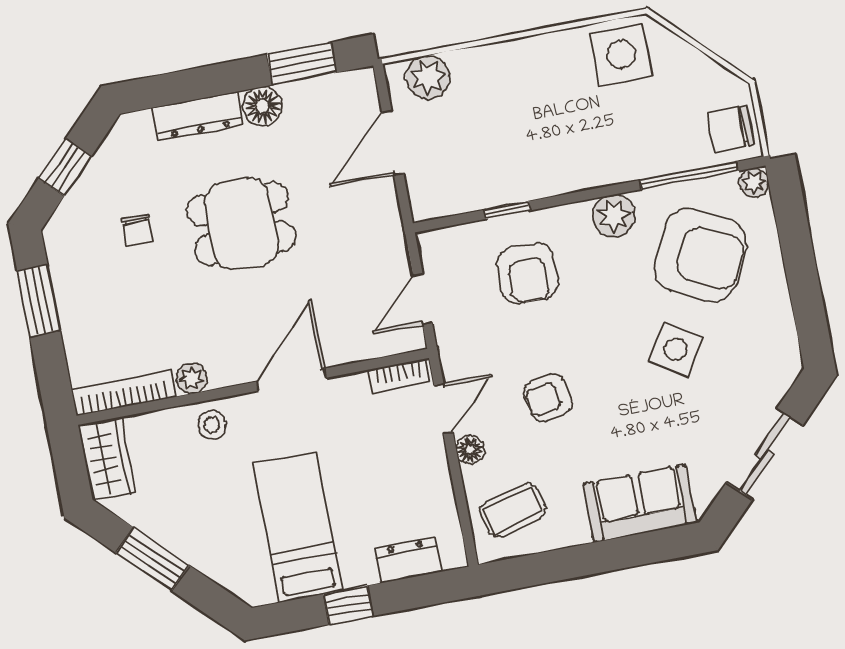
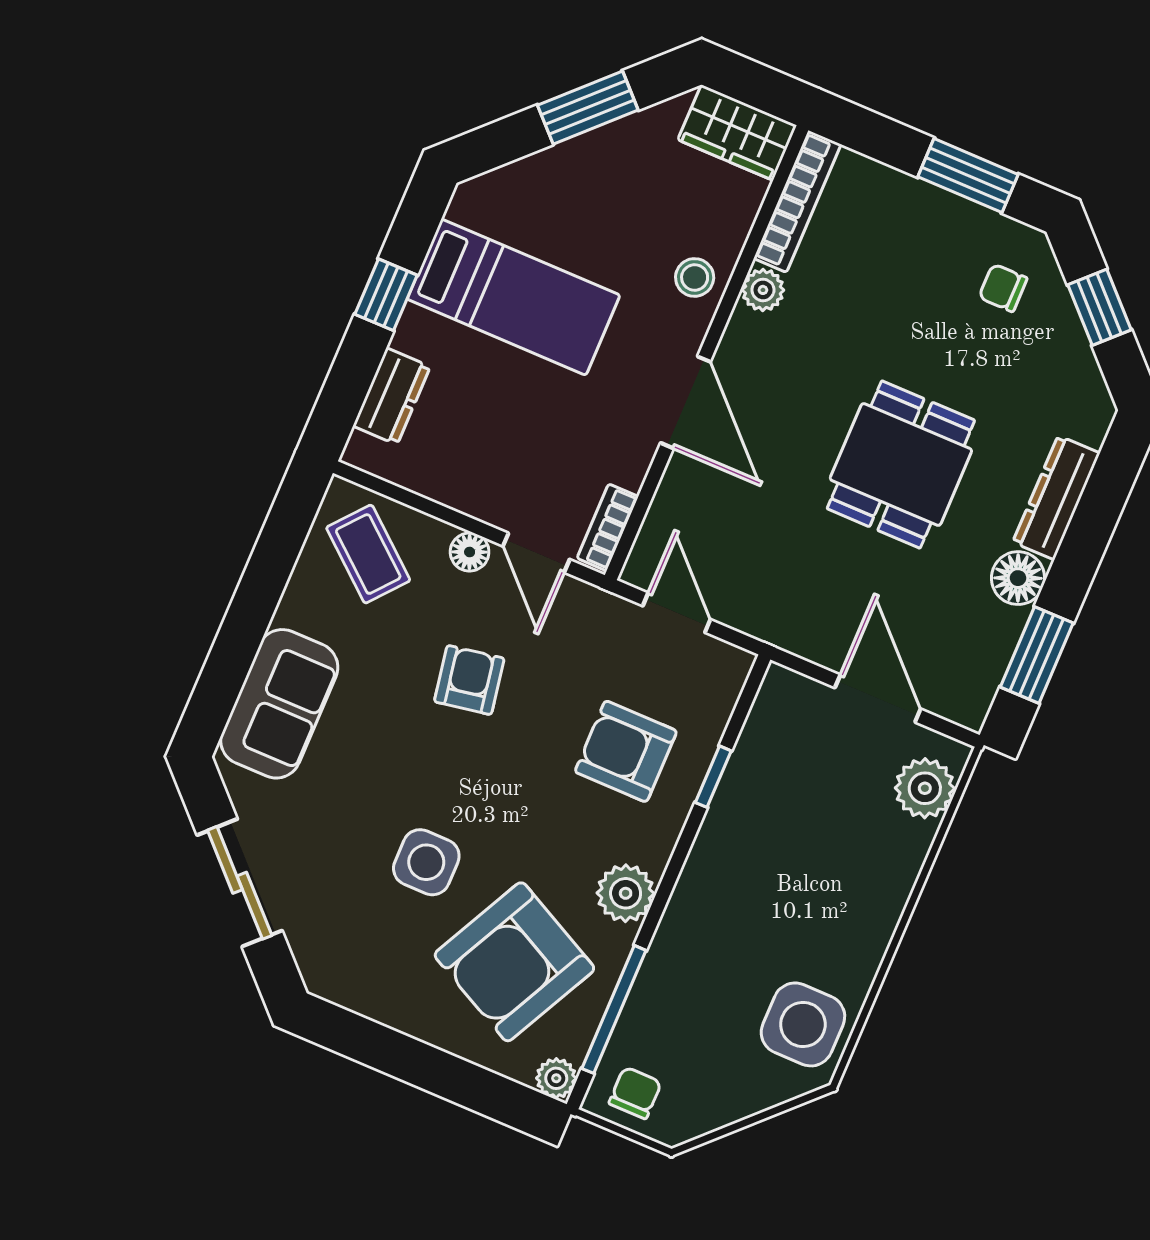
chair: (731, 129) -> (635, 1093), width x0.73, depth x0.73
chair: (137, 230) -> (1003, 288), moved
side table: (676, 349) -> (426, 862), turned -32
coffee table: (513, 510) -> (368, 554), turned -35

